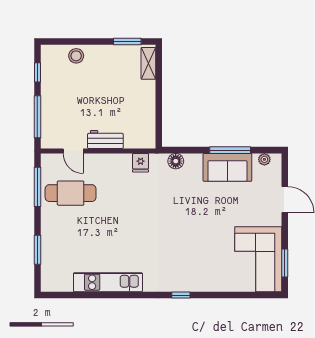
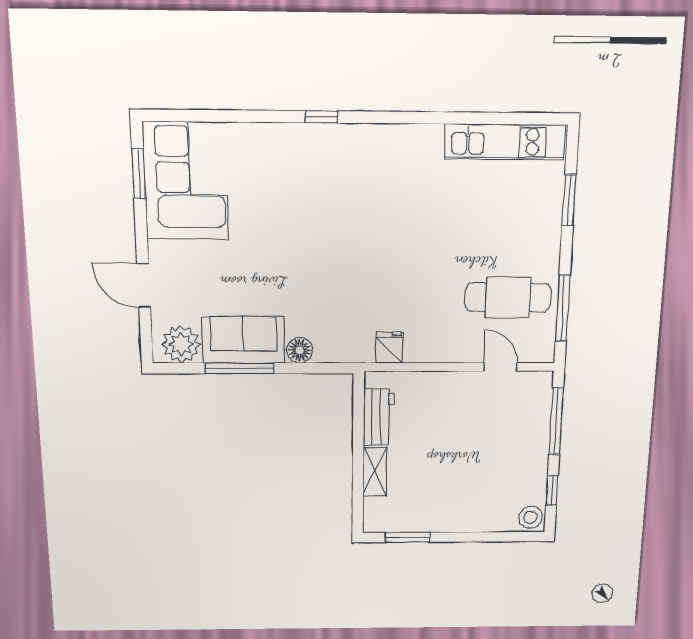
stool: (76, 56) -> (531, 517), moved
shelving: (148, 63) -> (375, 472), moved
workbench: (105, 139) -> (379, 417), moved, turned -90
plant: (264, 159) -> (181, 344), width x1.88, depth x1.88
floor lamp: (176, 161) -> (300, 350), moved
kitchen unit: (108, 282) -> (505, 142), moved

